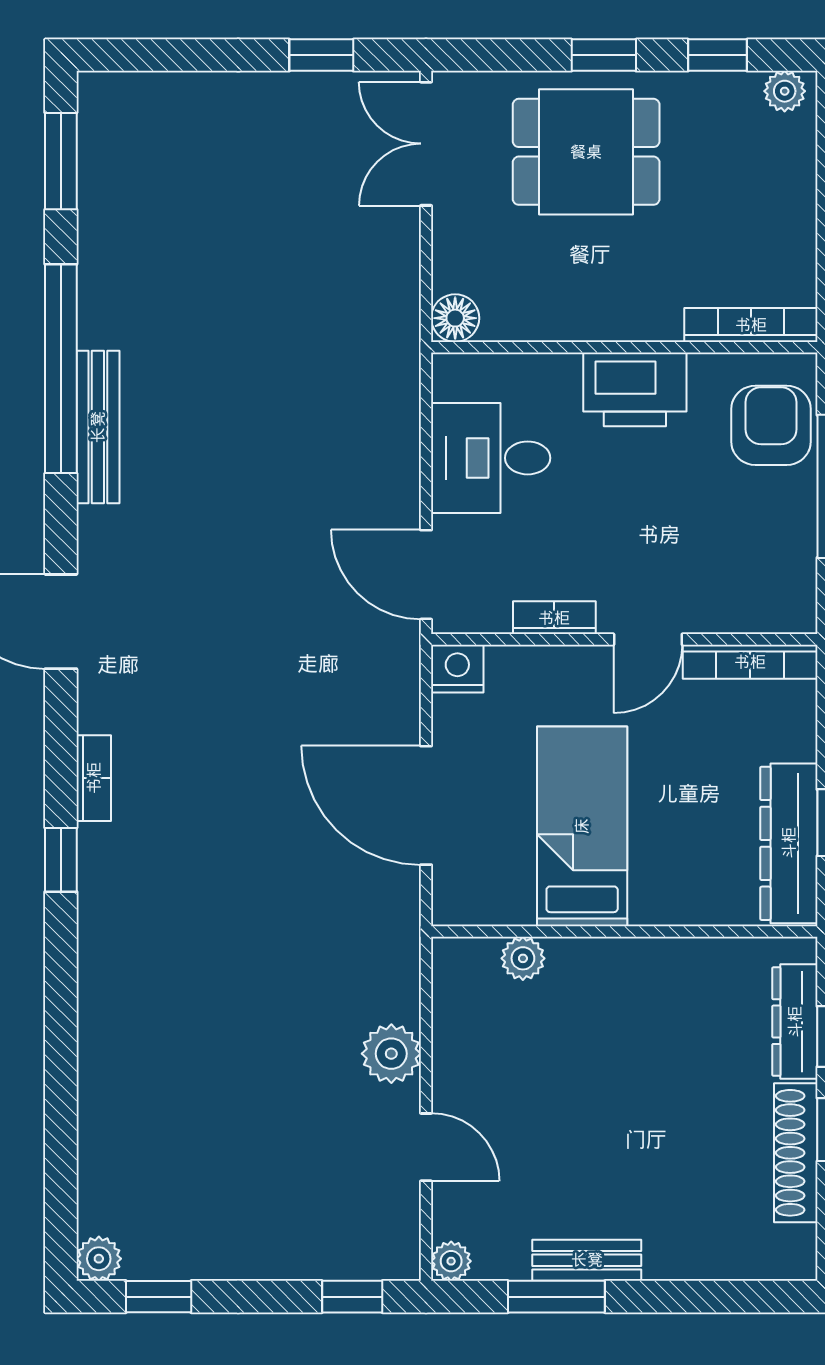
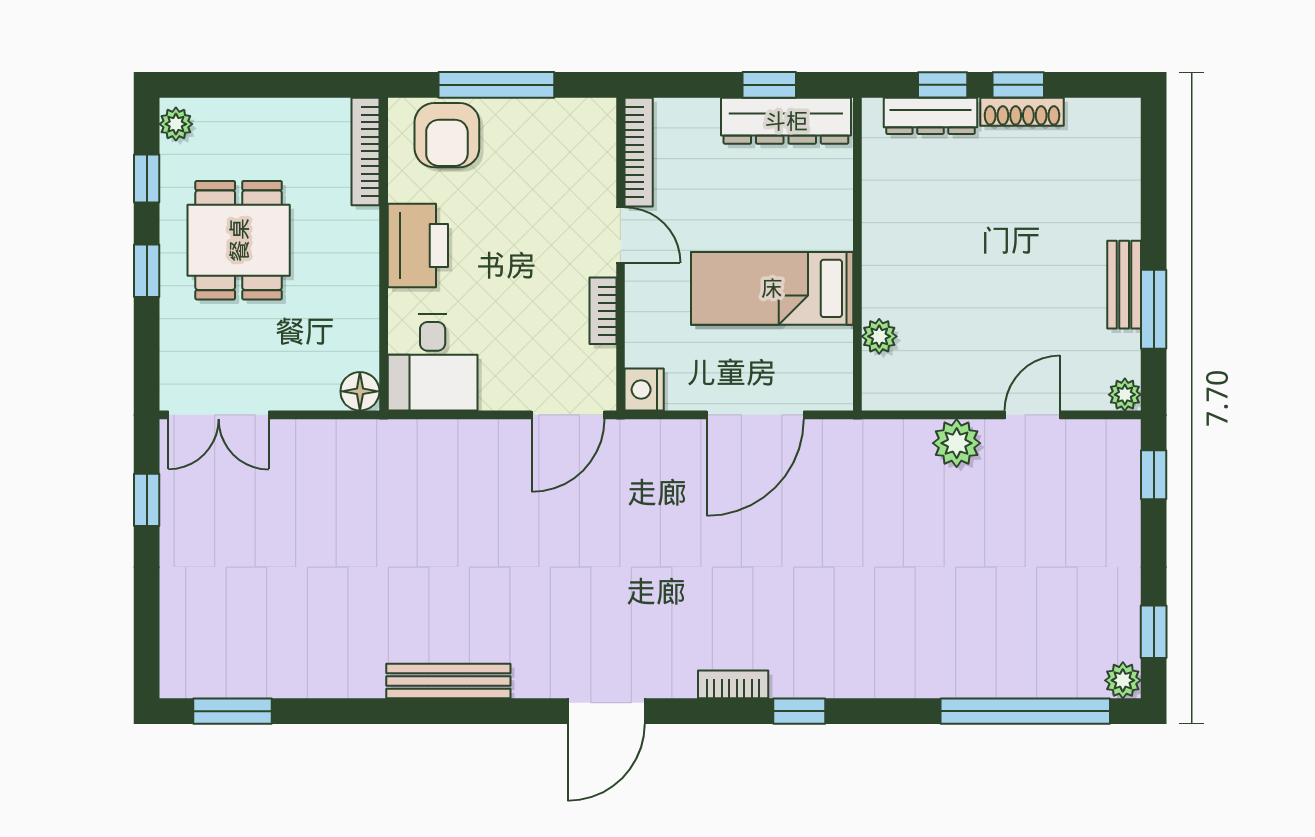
dining table: (586, 152) -> (239, 240), moved
window: (61, 369) -> (1025, 711), moved
armchair: (771, 425) -> (447, 135), turned -90
desk: (491, 458) -> (433, 362), moved
shoe rack: (796, 1153) -> (1022, 112), width x0.74, depth x0.81

